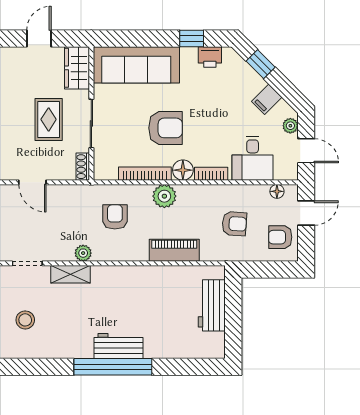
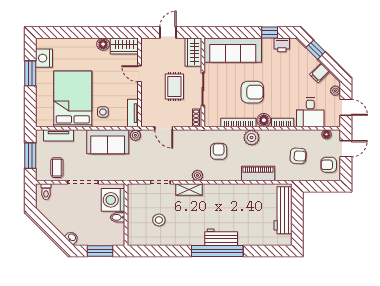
workbench: (212, 305) -> (283, 210), width x1.37

